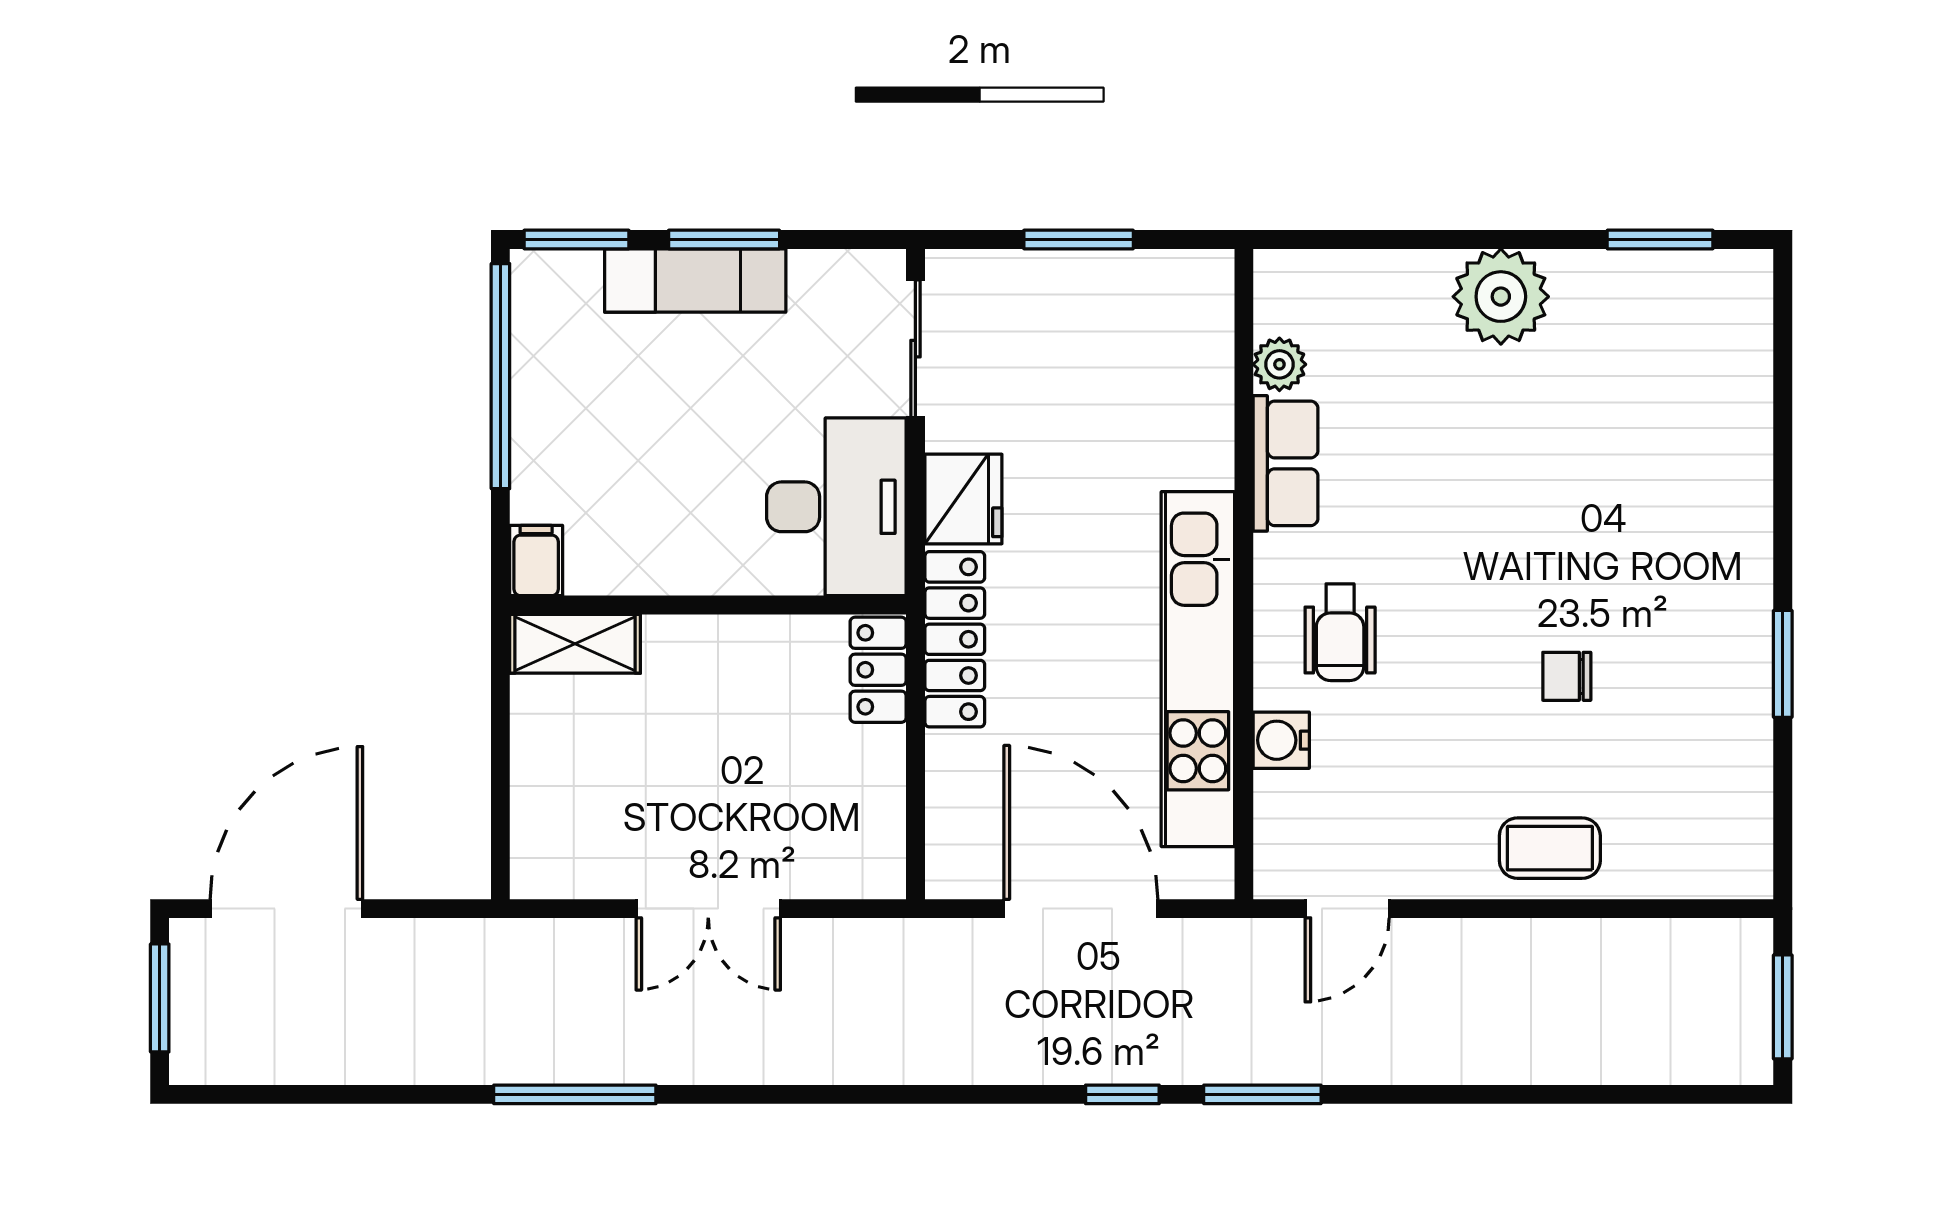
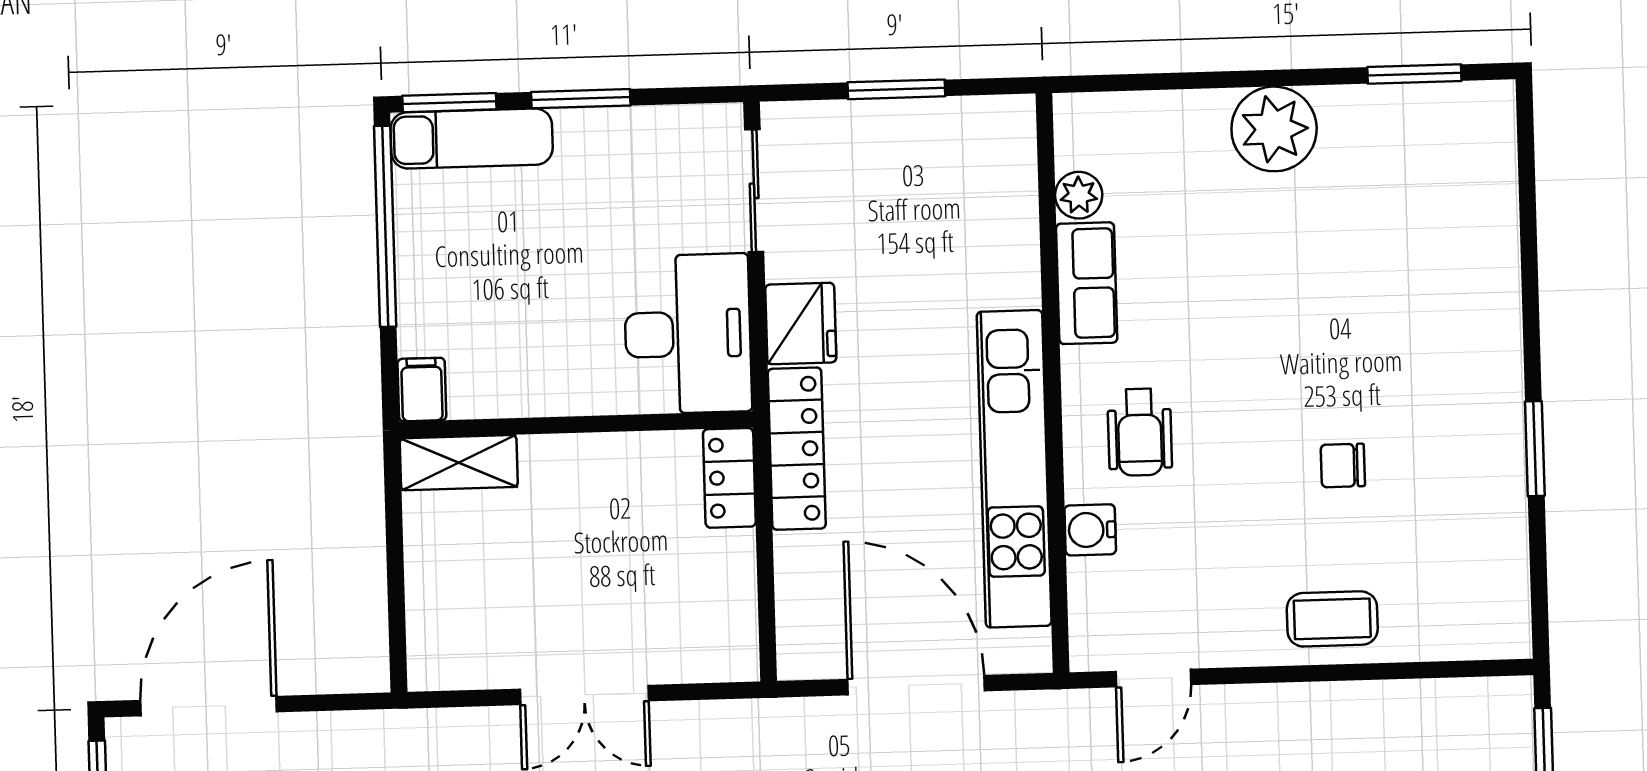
exam couch: (695, 281) -> (472, 138), moved

